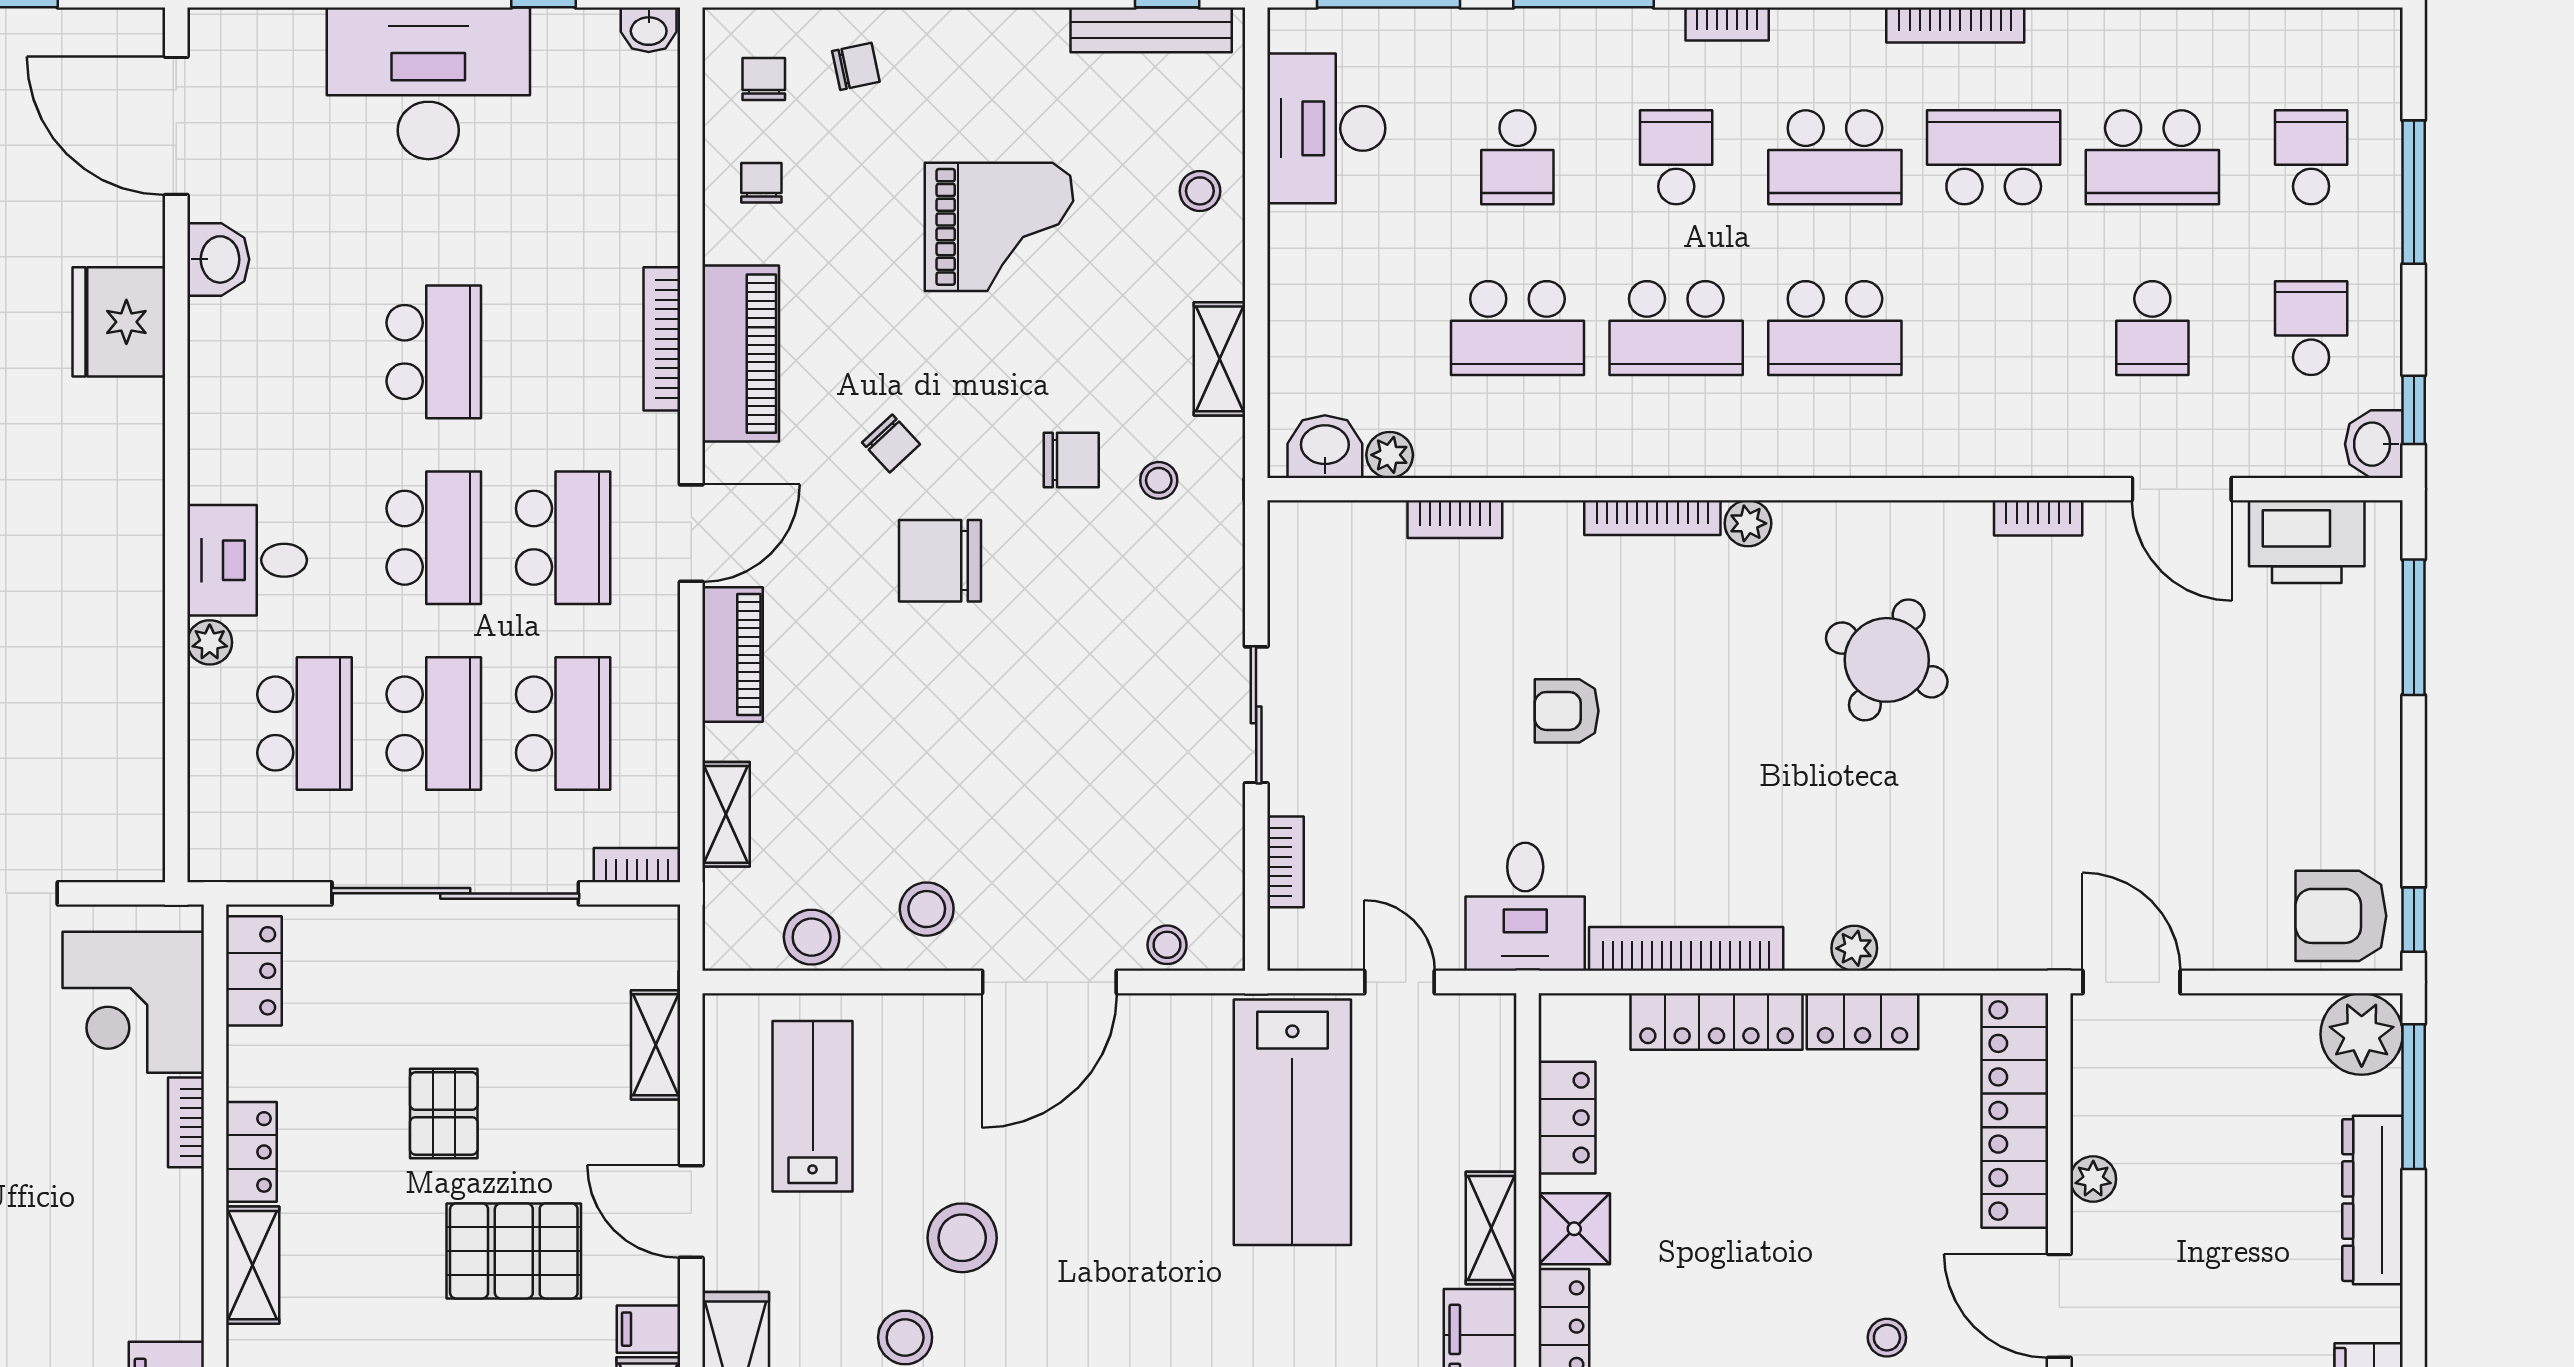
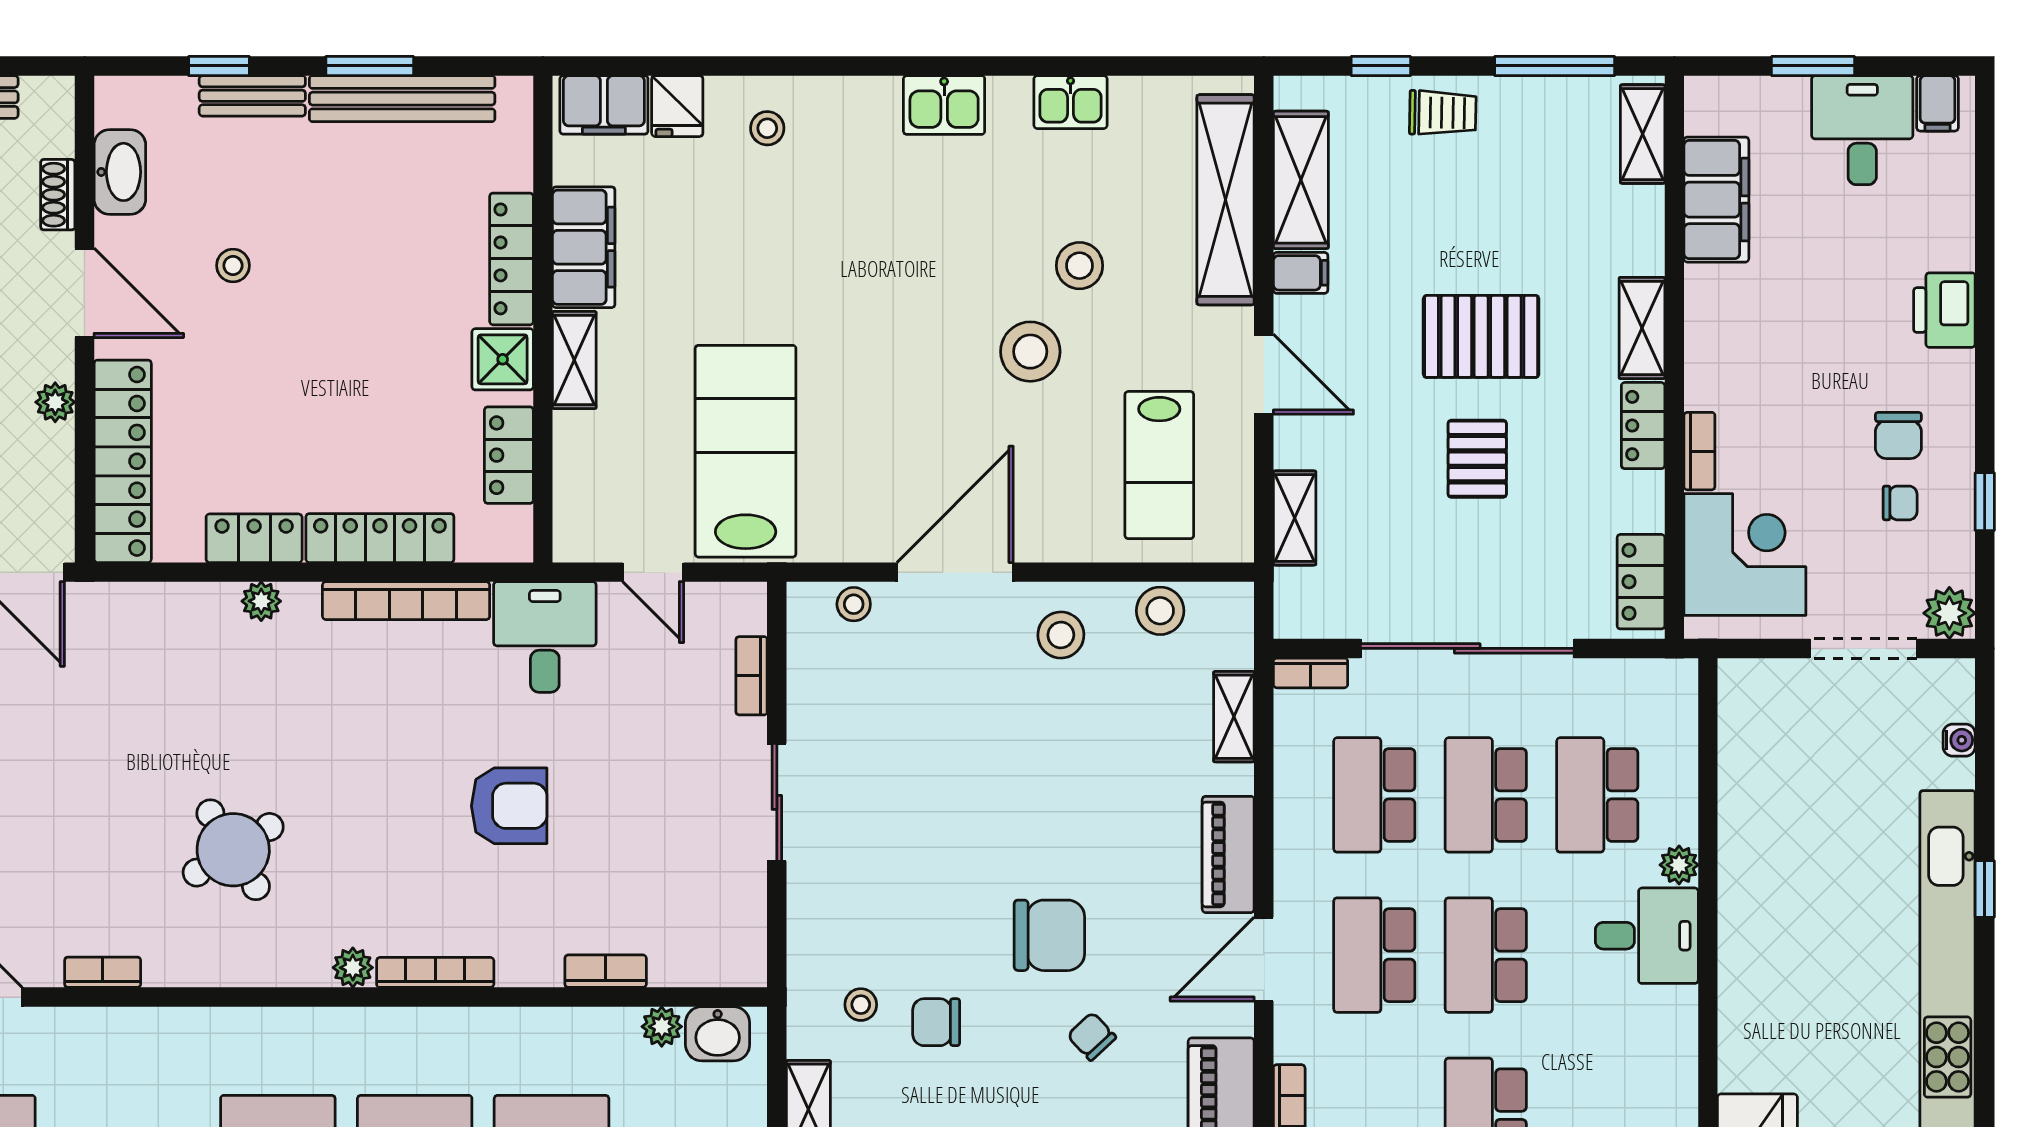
round table: (1887, 660) -> (233, 850), turned 32
armchair: (1567, 711) -> (509, 806), width x1.38, depth x1.38
pallet: (514, 1251) -> (1481, 336), moved

